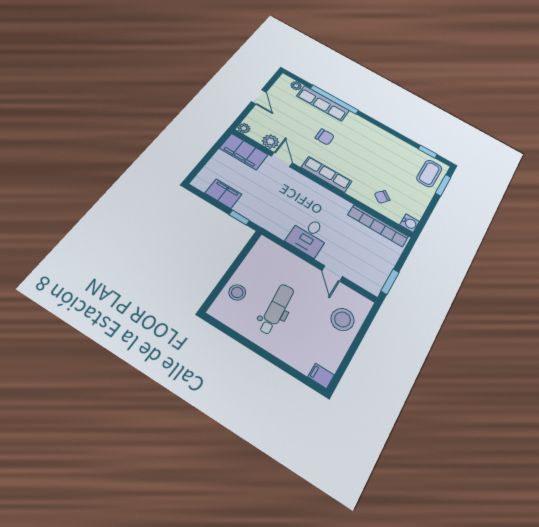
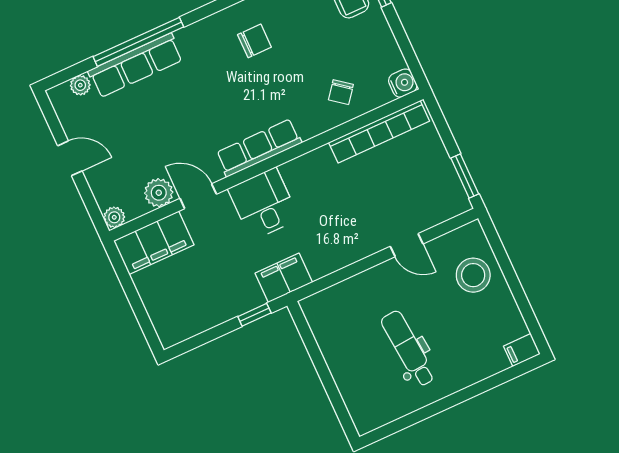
chair: (325, 137) -> (254, 41), moved
filing cabinet: (223, 194) -> (284, 278), moved
desk: (308, 236) -> (263, 204), moved, turned 180
stool: (237, 292) -> (357, 383), removed

